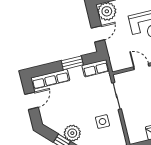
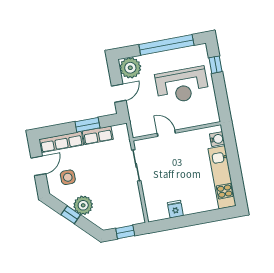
row of seats: (96, 68) -> (98, 135), moved
side table: (102, 122) -> (68, 177), moved

